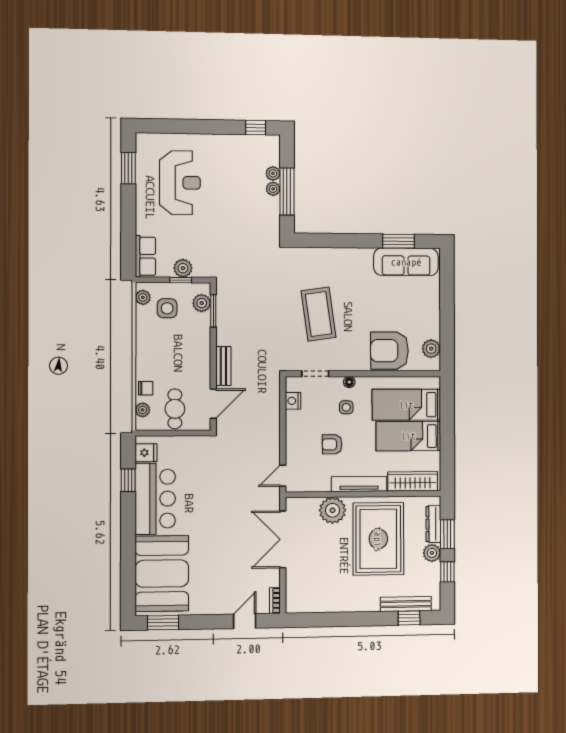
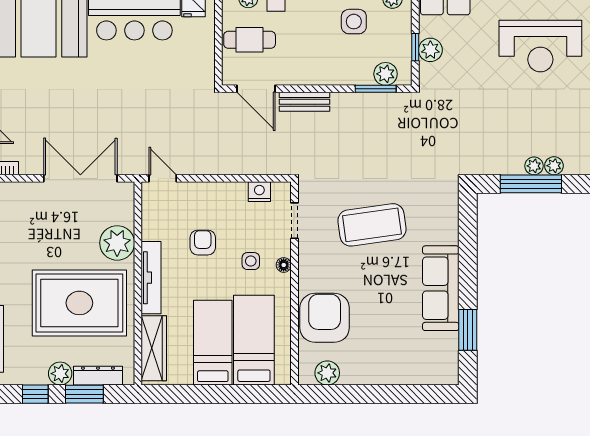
sofa: (406, 262) -> (441, 288), moved
side table: (167, 308) -> (354, 22), moved

